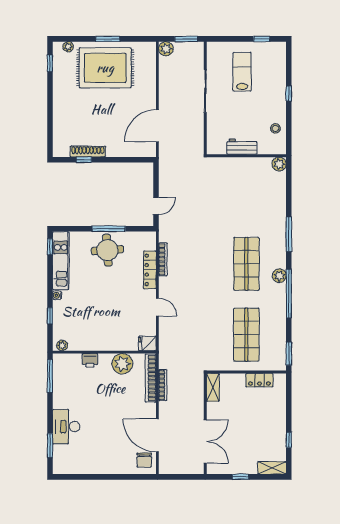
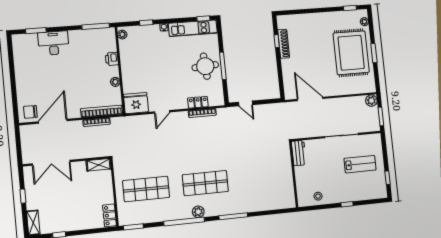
workbench: (242, 147) -> (299, 153), moved
plant: (279, 164) -> (290, 202), removed
locker: (150, 270) -> (198, 102), width x0.66
fridge: (147, 343) -> (136, 103), width x1.88, depth x1.34
plant: (122, 364) -> (115, 82), width x0.53, depth x0.53
locker: (259, 380) -> (109, 215), moved

